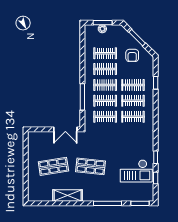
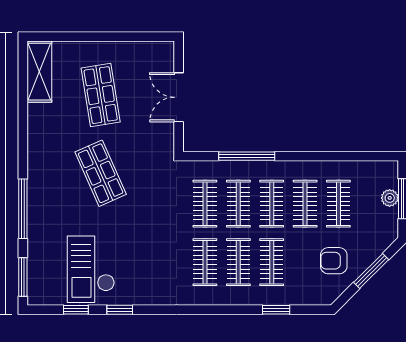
double door: (65, 129) -> (179, 97), moved
shop shelf: (91, 166) -> (101, 173), turned -30
shelving: (68, 196) -> (39, 72), moved

